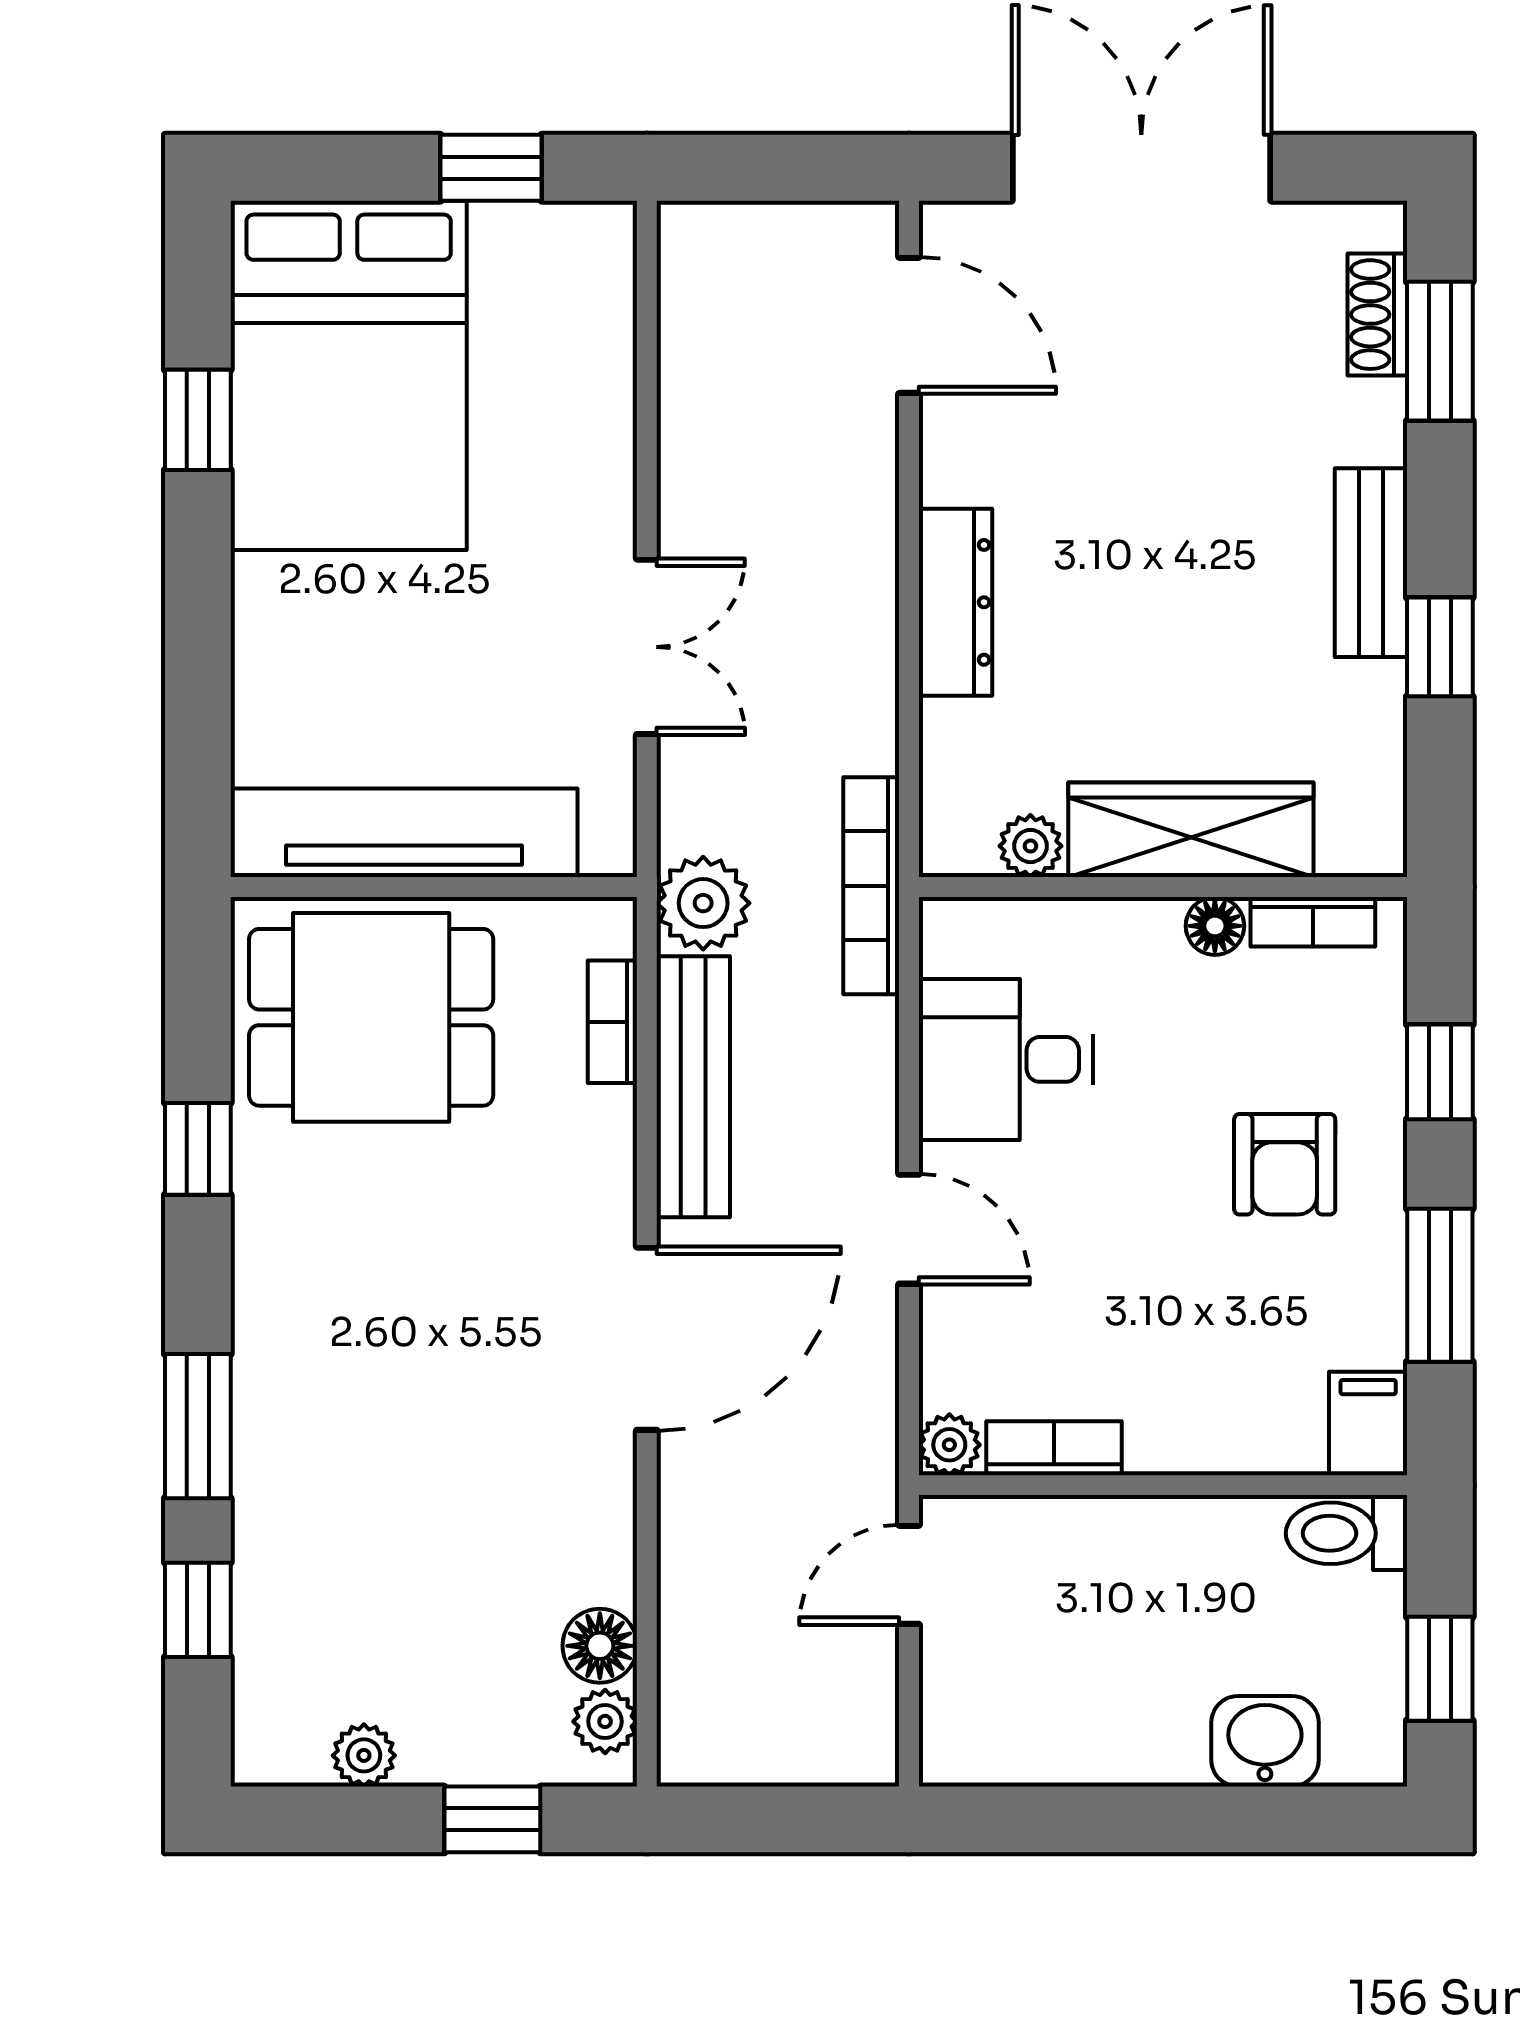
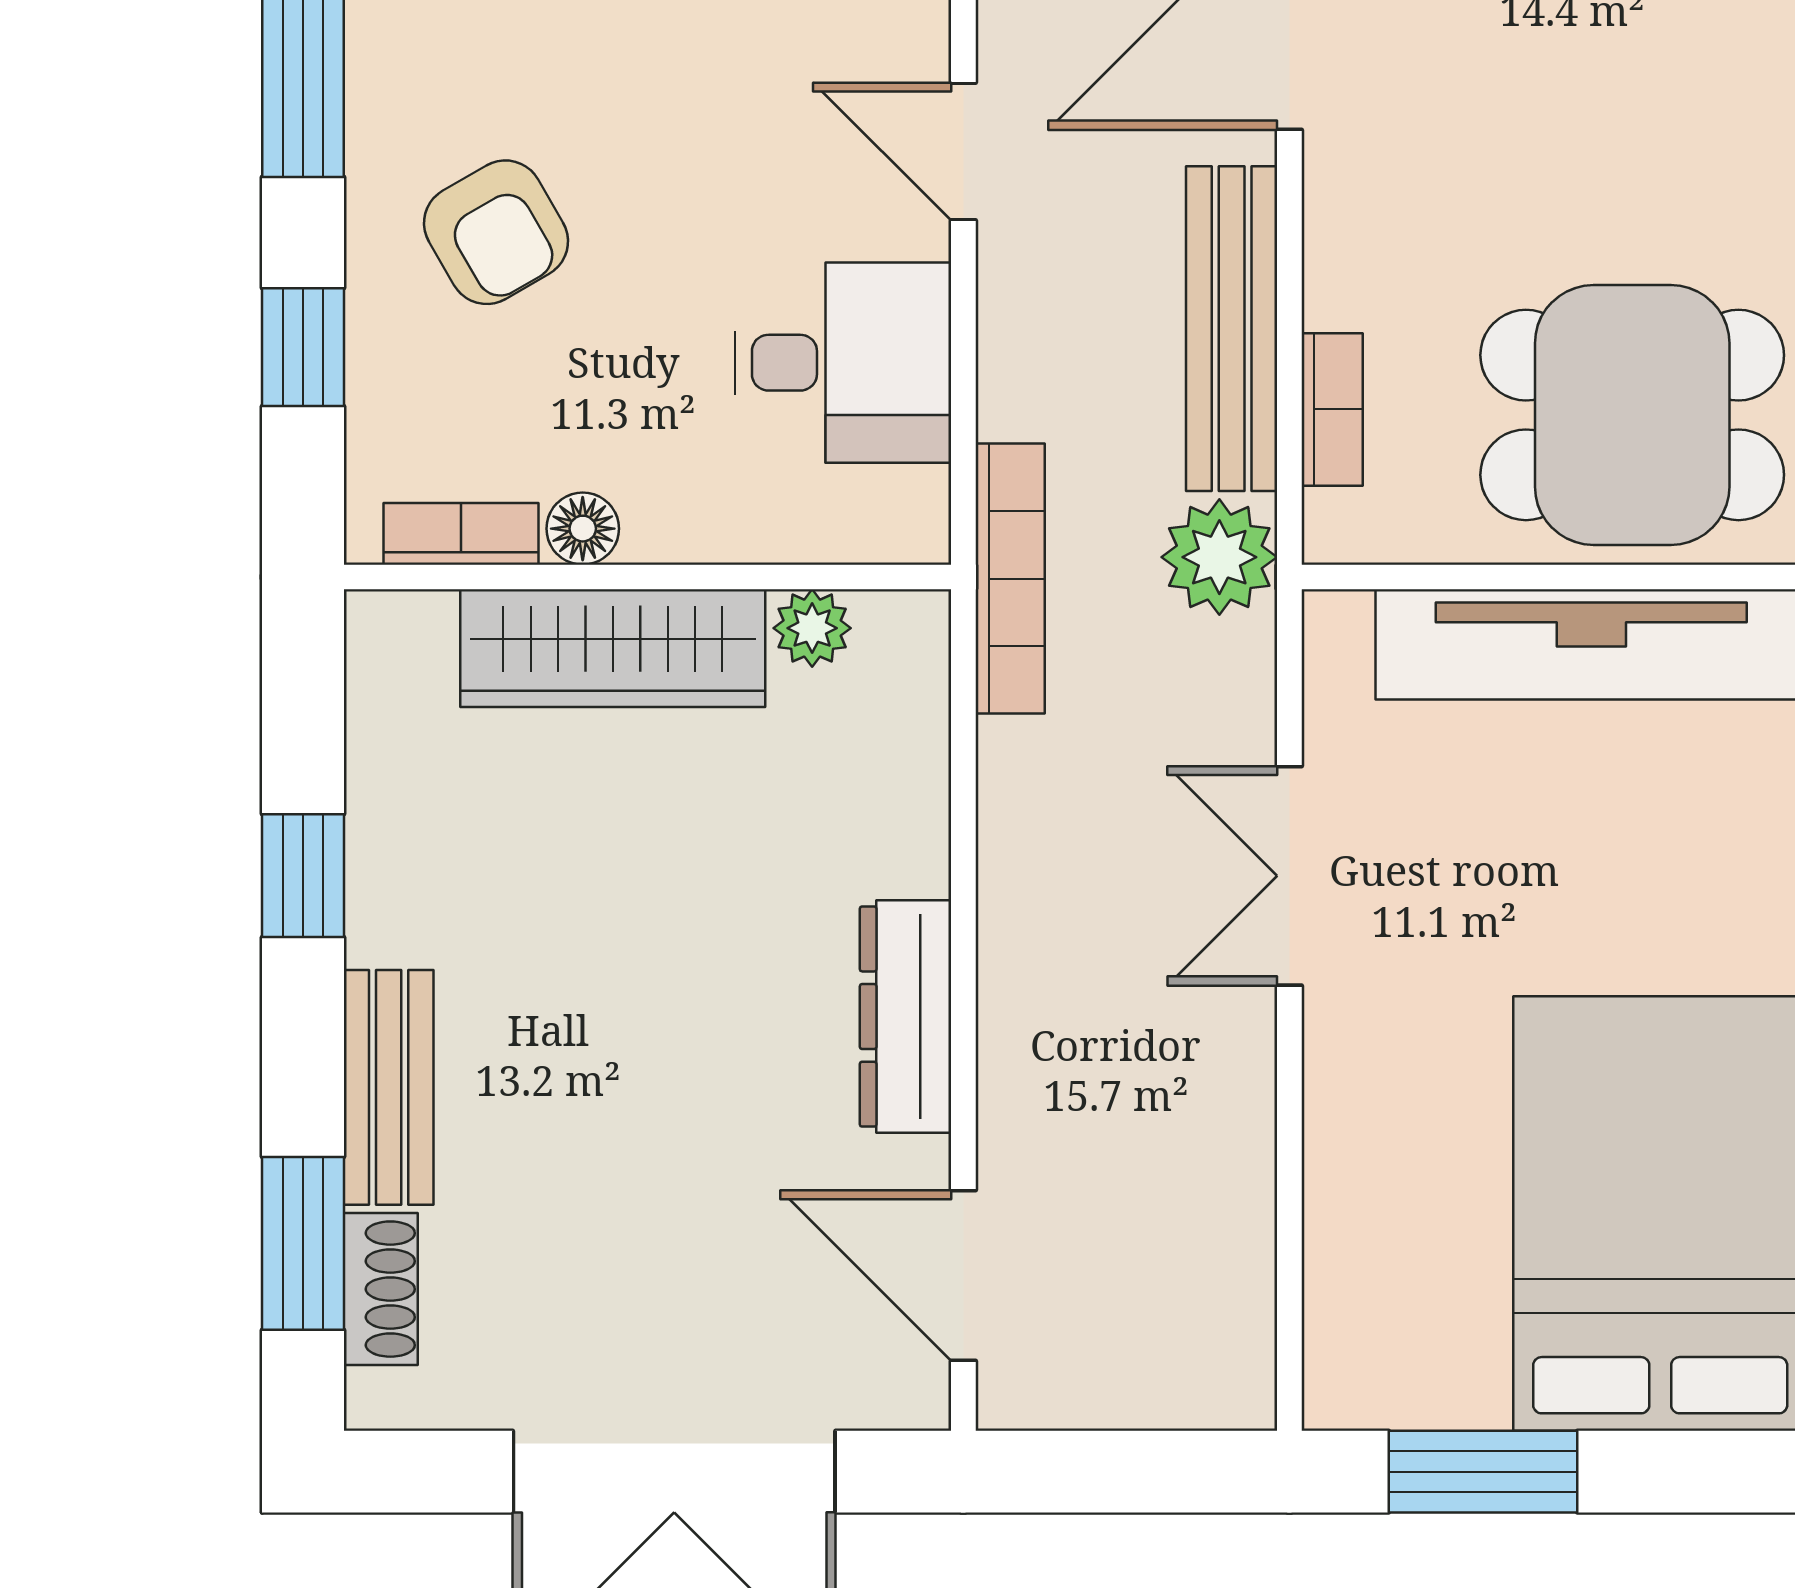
window: (491, 168) -> (1483, 1472), width x1.50
bench: (1371, 563) -> (389, 1087), moved
dresser: (955, 602) -> (906, 1017), moved
armchair: (1285, 1164) -> (496, 232), turned 150

